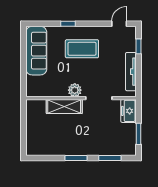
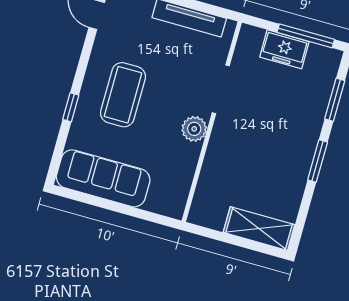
shelving: (64, 106) -> (259, 229), moved, turned 90
freezer: (128, 111) -> (284, 49), moved
window: (138, 134) -> (306, 36), width x1.44

